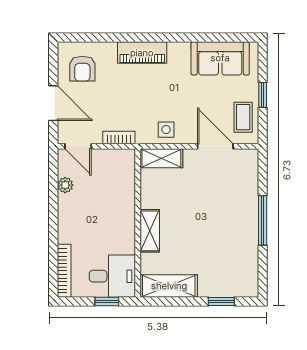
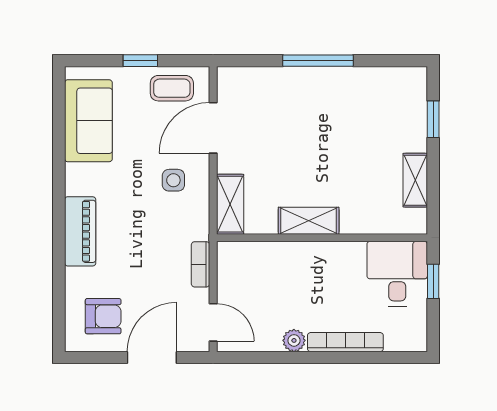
side table: (166, 130) -> (173, 180), moved
door: (78, 146) -> (213, 322), hinge flipped
plant: (65, 185) -> (294, 340), moved
shelving: (150, 231) -> (309, 221), moved
bookcase: (64, 271) -> (345, 342), moved
shelving: (169, 286) -> (415, 180), width x0.67, depth x0.75

